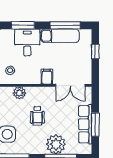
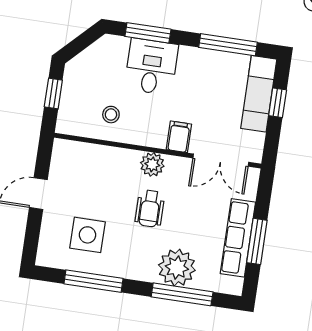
exam couch: (60, 36) -> (259, 94), moved, turned 90
plant: (19, 93) -> (152, 164), moved

